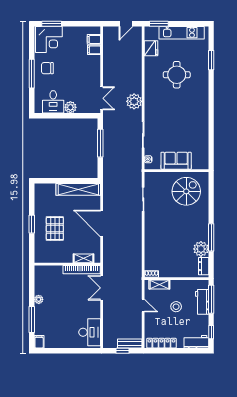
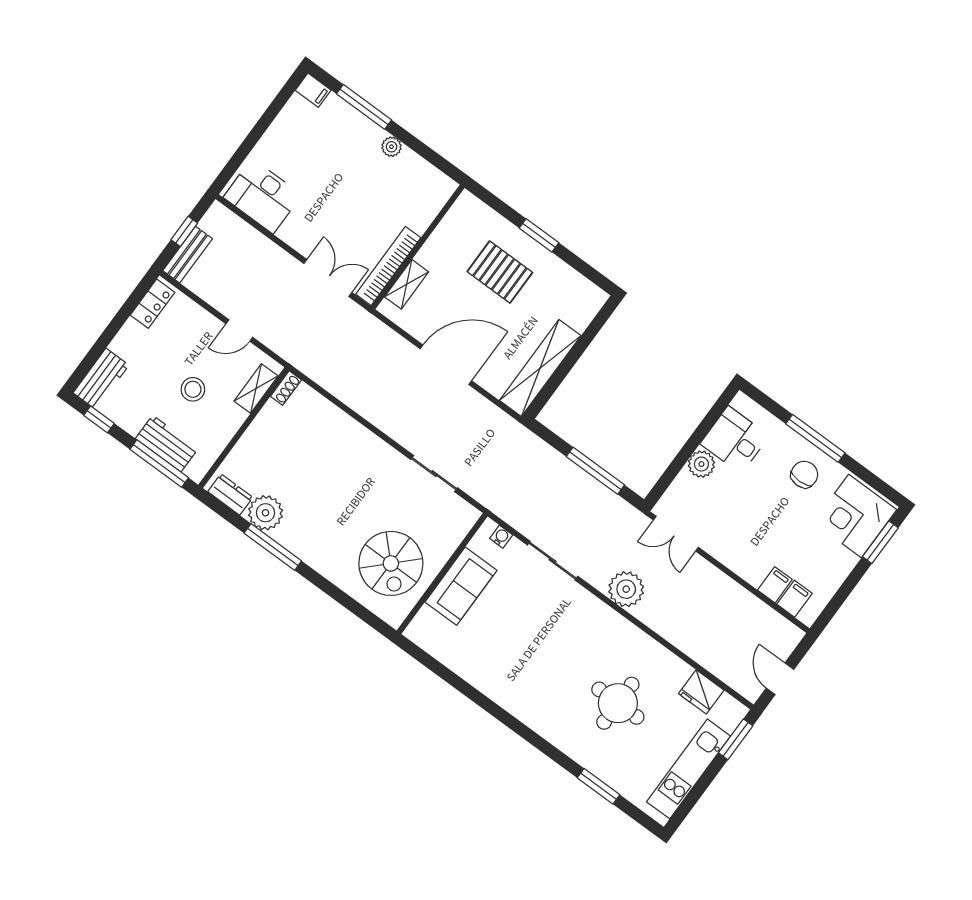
locker: (161, 343) -> (153, 304), width x0.66

